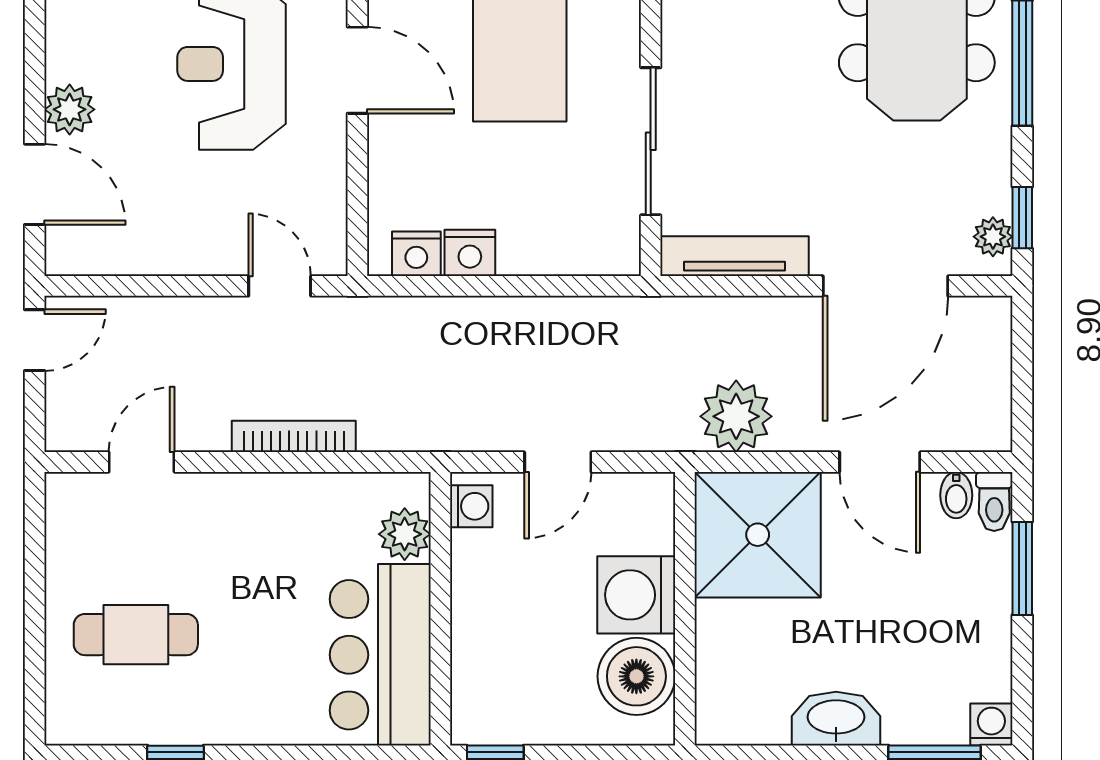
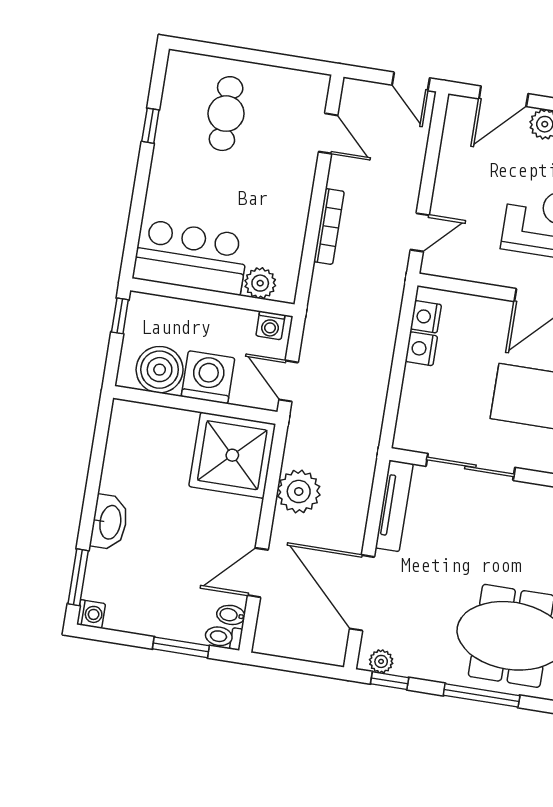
shower: (758, 535) -> (232, 455), moved
washing machine: (636, 595) -> (208, 377), moved
wall: (685, 609) -> (195, 405), moved
boiler: (636, 676) -> (160, 370), moved

